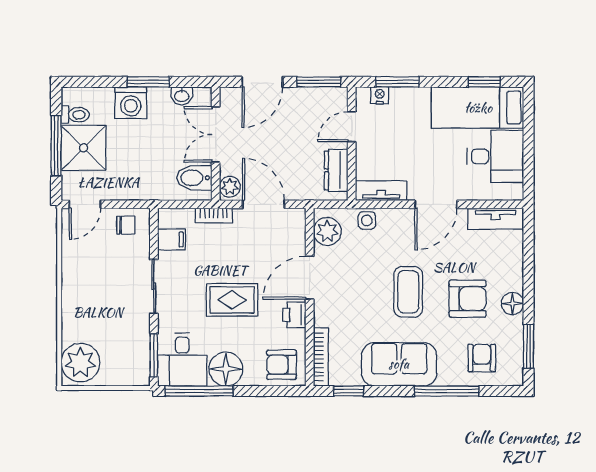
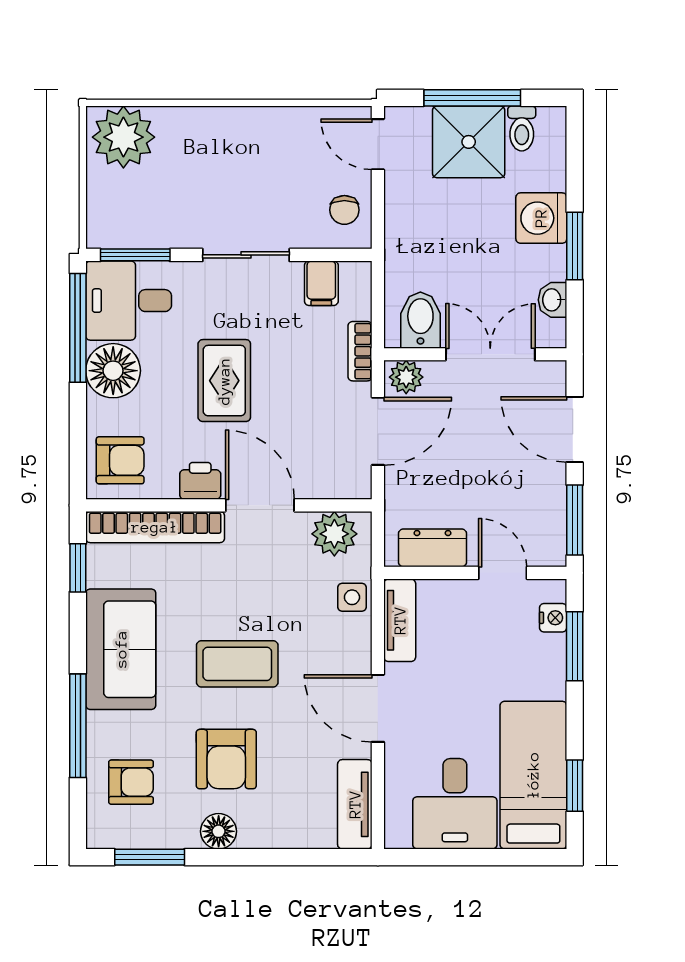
bookcase: (321, 357) -> (155, 527), width x1.48, depth x1.31
armchair: (282, 365) -> (120, 460), turned 90

